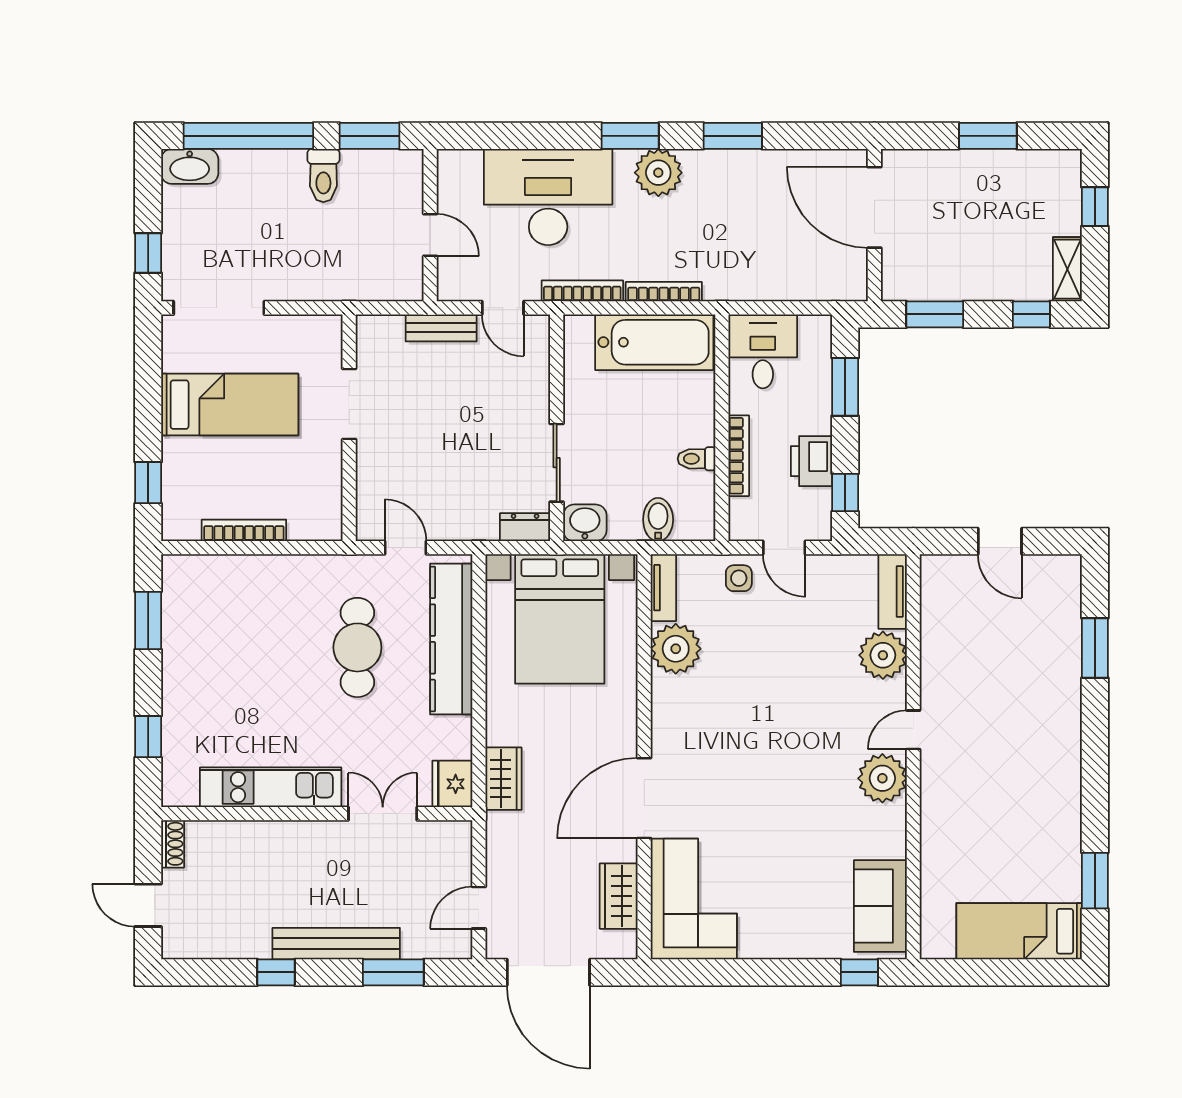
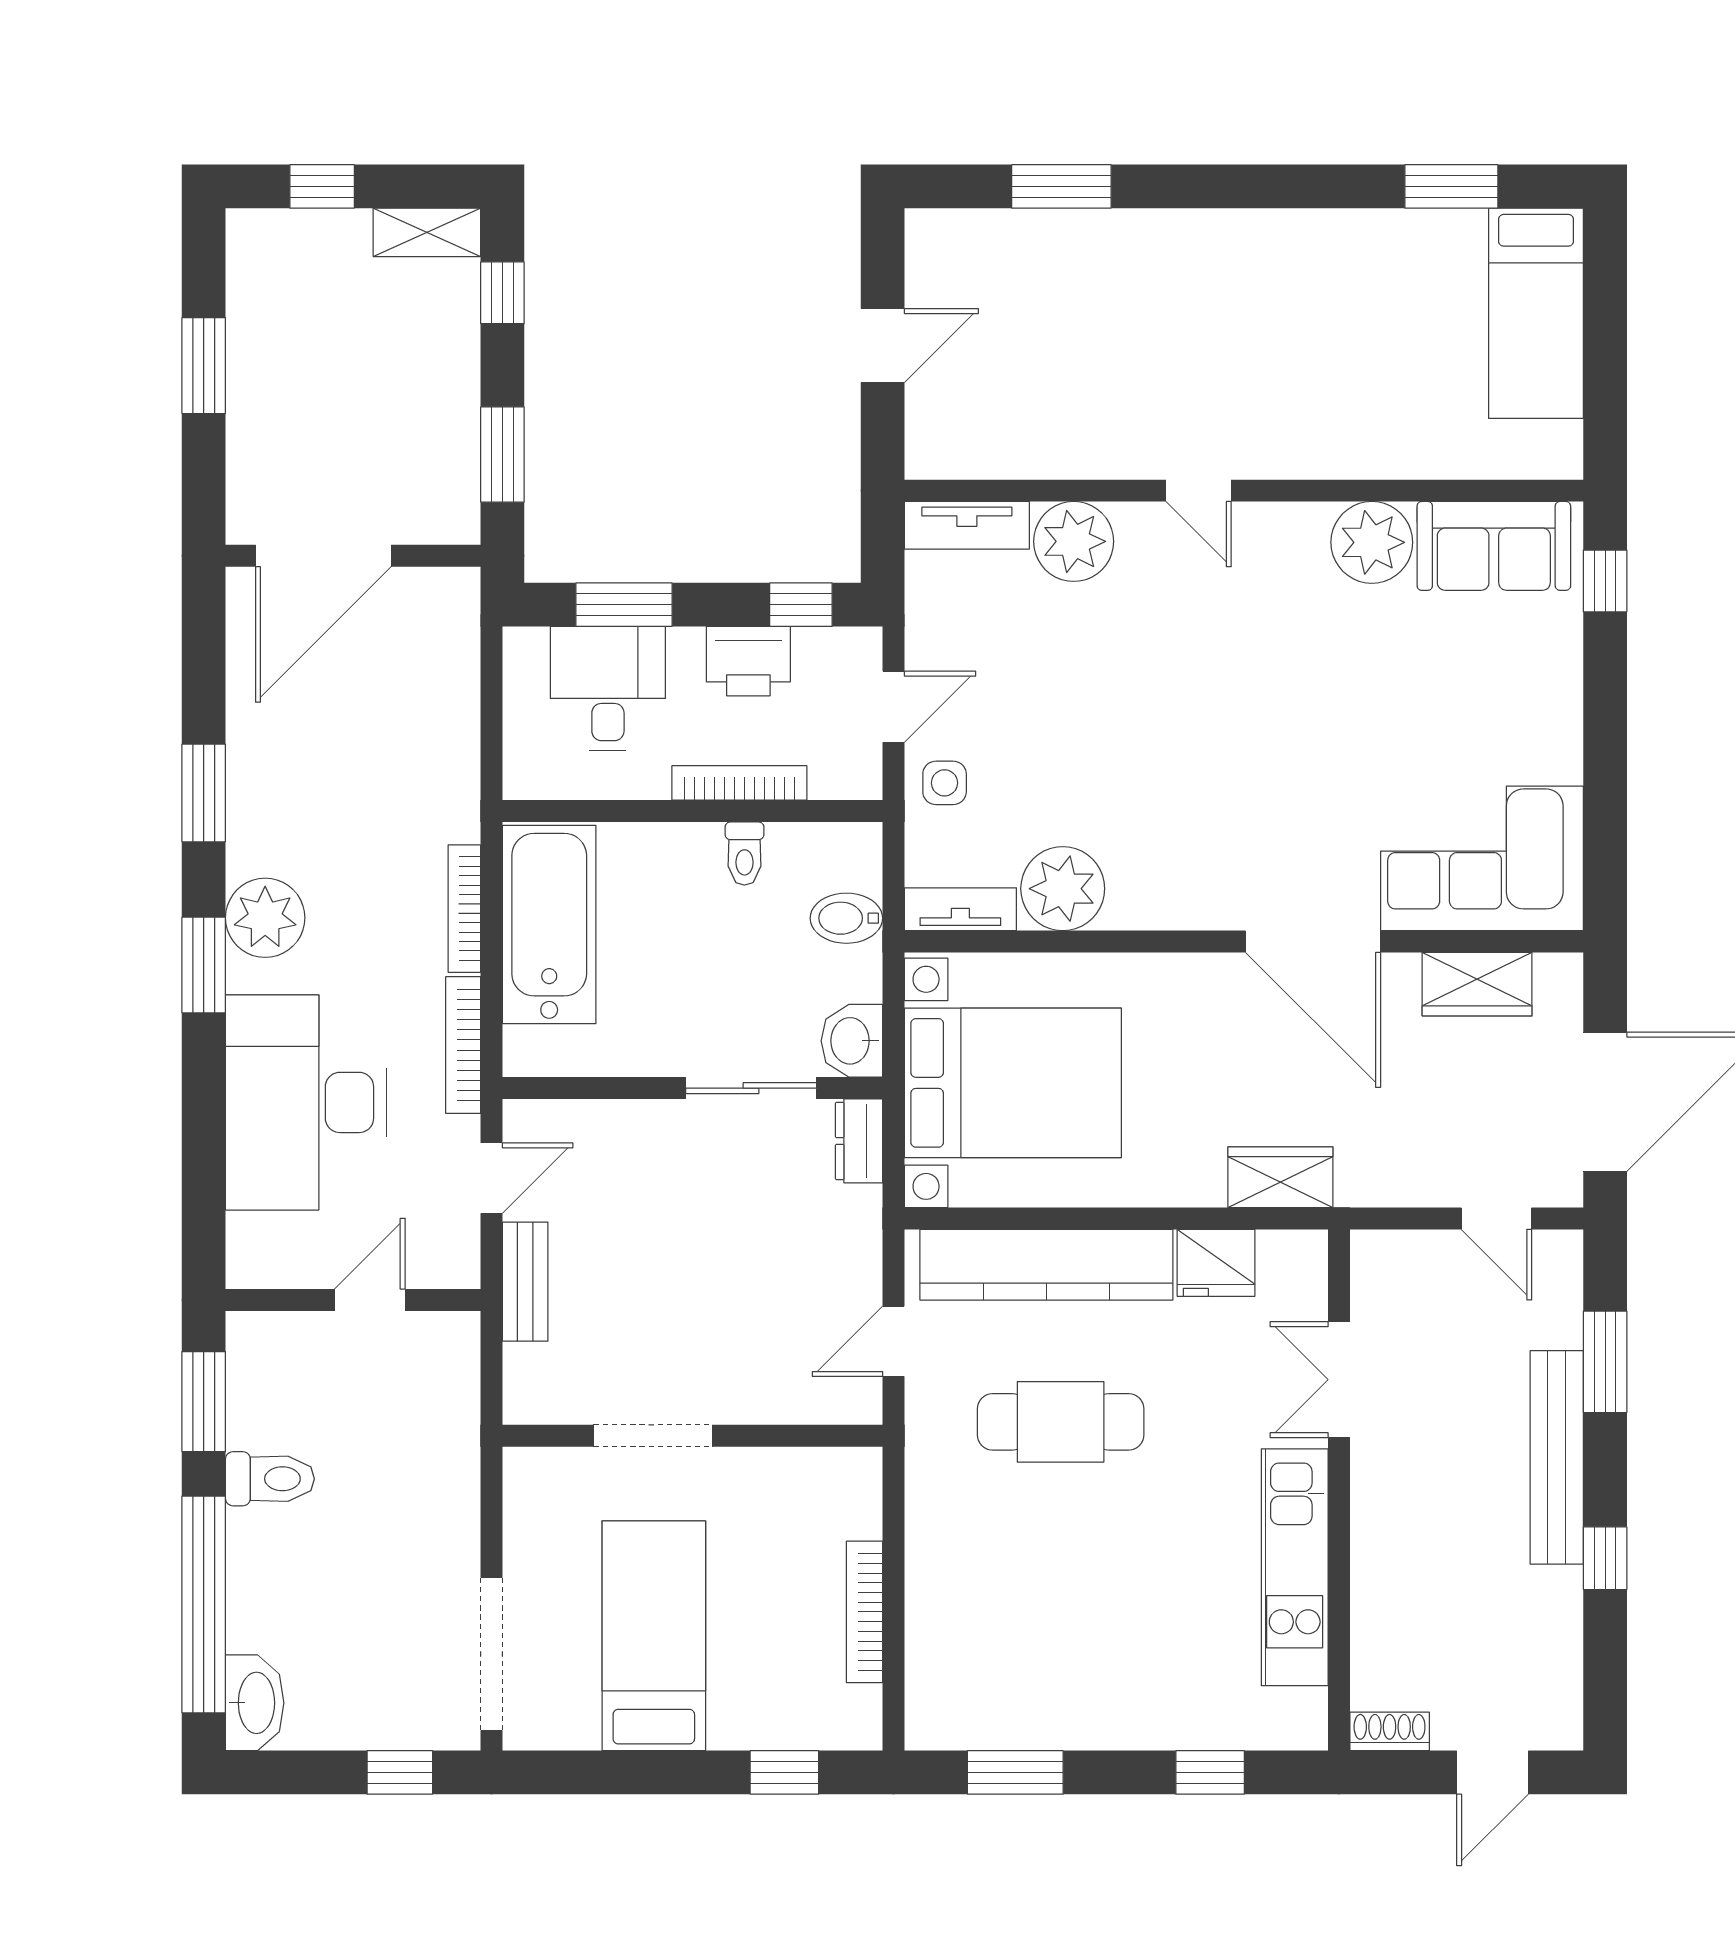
desk: (763, 351) -> (608, 688), moved, turned 90
plant: (882, 778) -> (1372, 542), moved
fridge: (452, 784) -> (1216, 1263), moved

